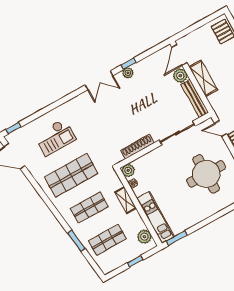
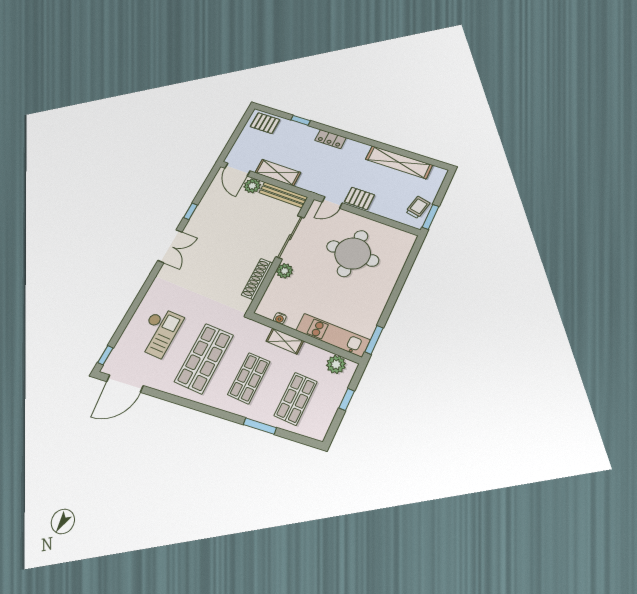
plant: (128, 73) -> (196, 219), removed
plant: (128, 170) -> (285, 271), moved

